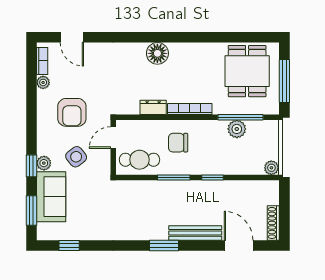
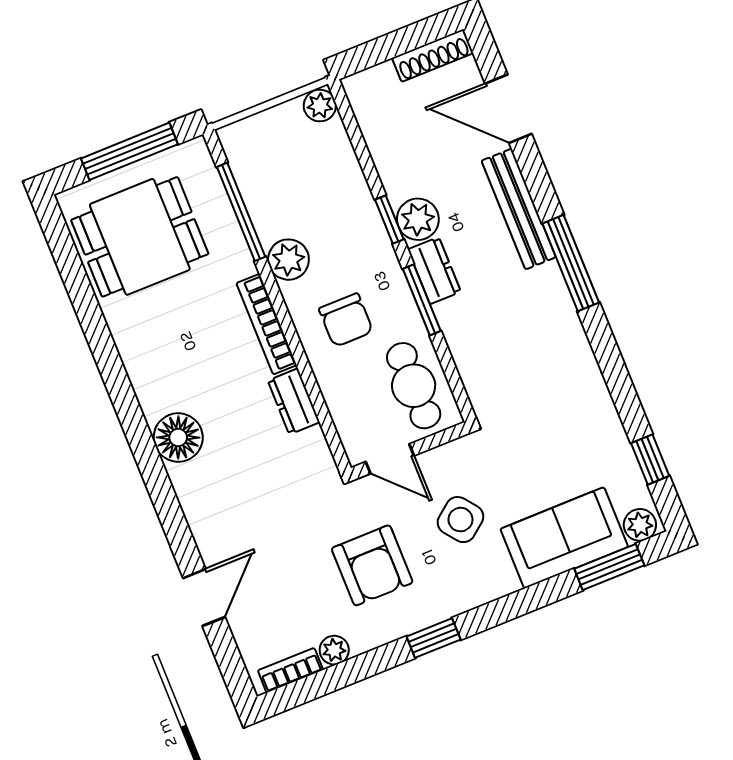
door: (72, 37) -> (204, 598), moved
armchair: (72, 112) -> (372, 565), turned 90
plant: (237, 129) -> (288, 260), moved
plant: (44, 163) -> (640, 525), moved
window: (31, 166) -> (434, 638), moved
dresser: (184, 188) -> (434, 271), added
plant: (208, 189) -> (418, 219), added
window: (164, 245) -> (571, 263), width x1.44
door: (239, 245) -> (508, 109), hinge flipped

